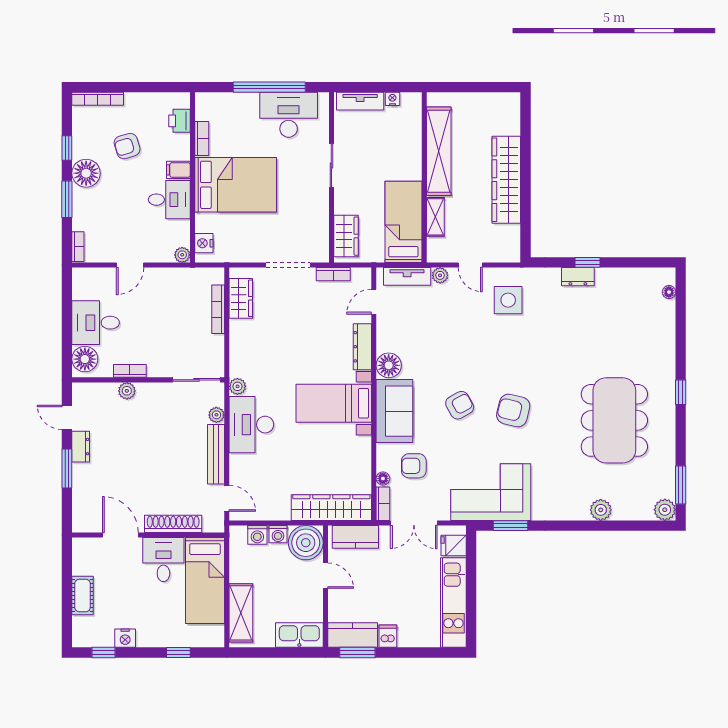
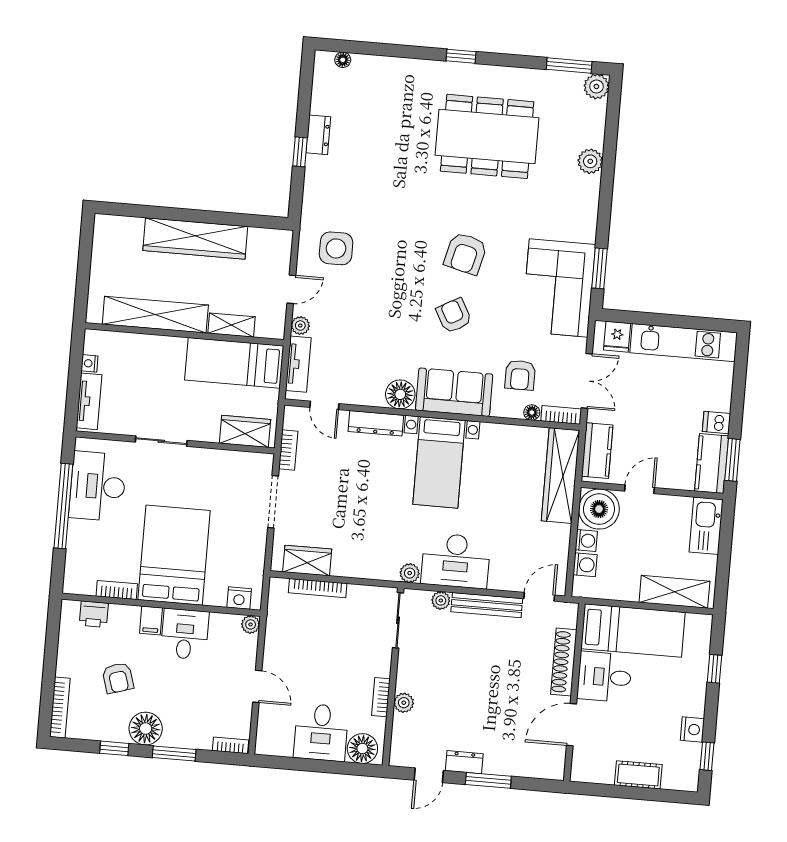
dresser: (578, 277) -> (318, 135), moved

